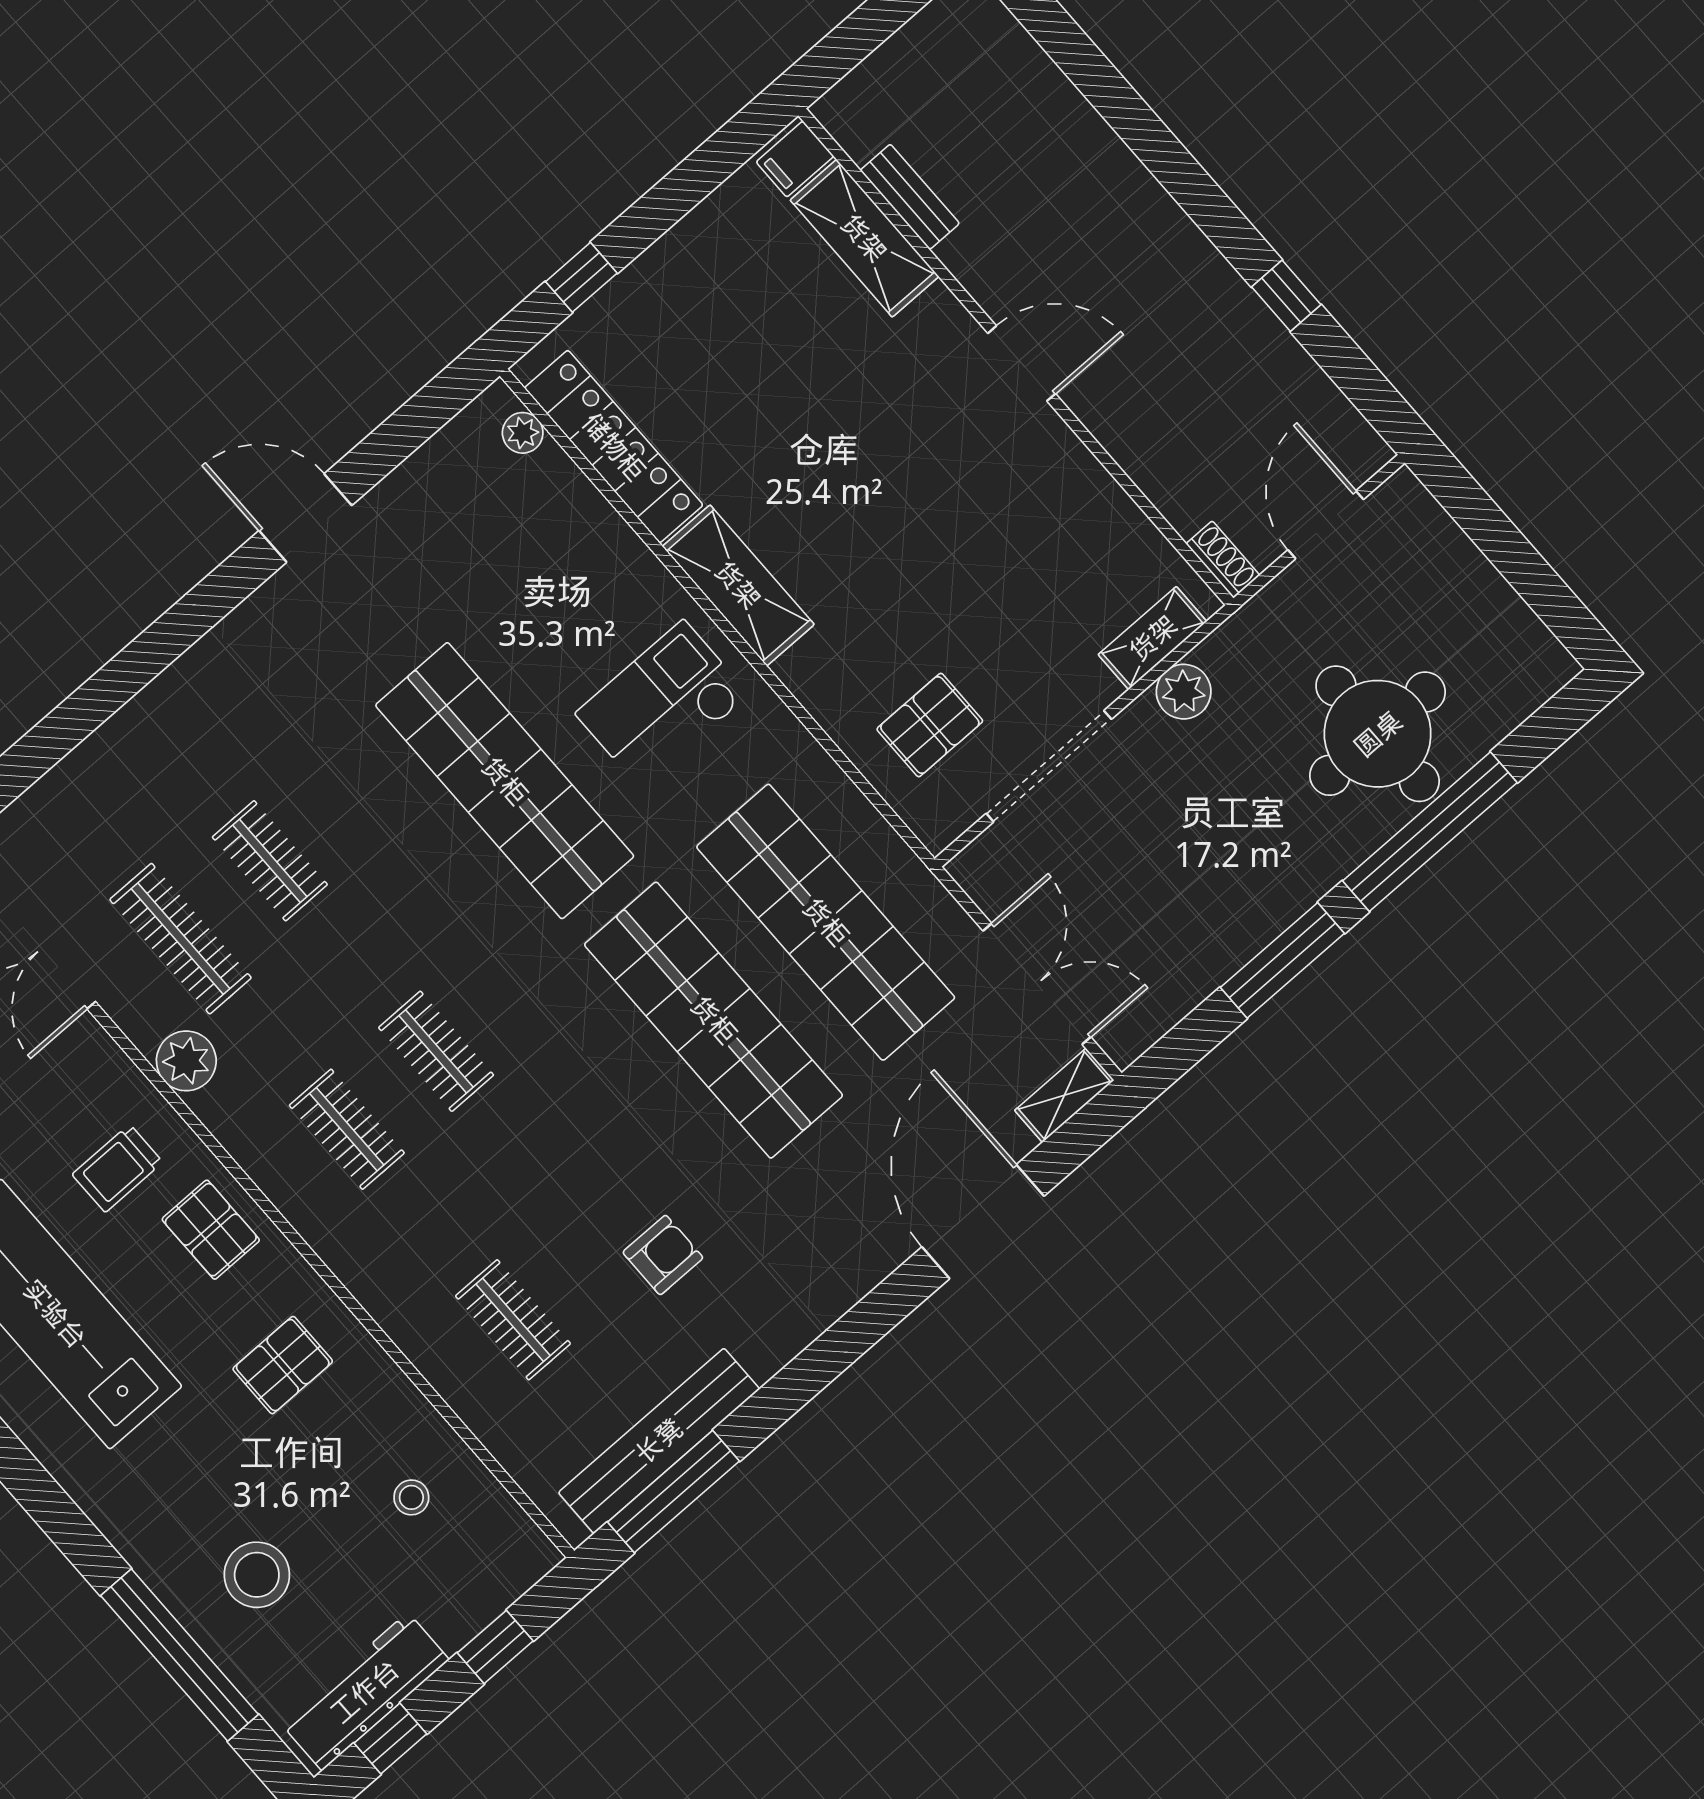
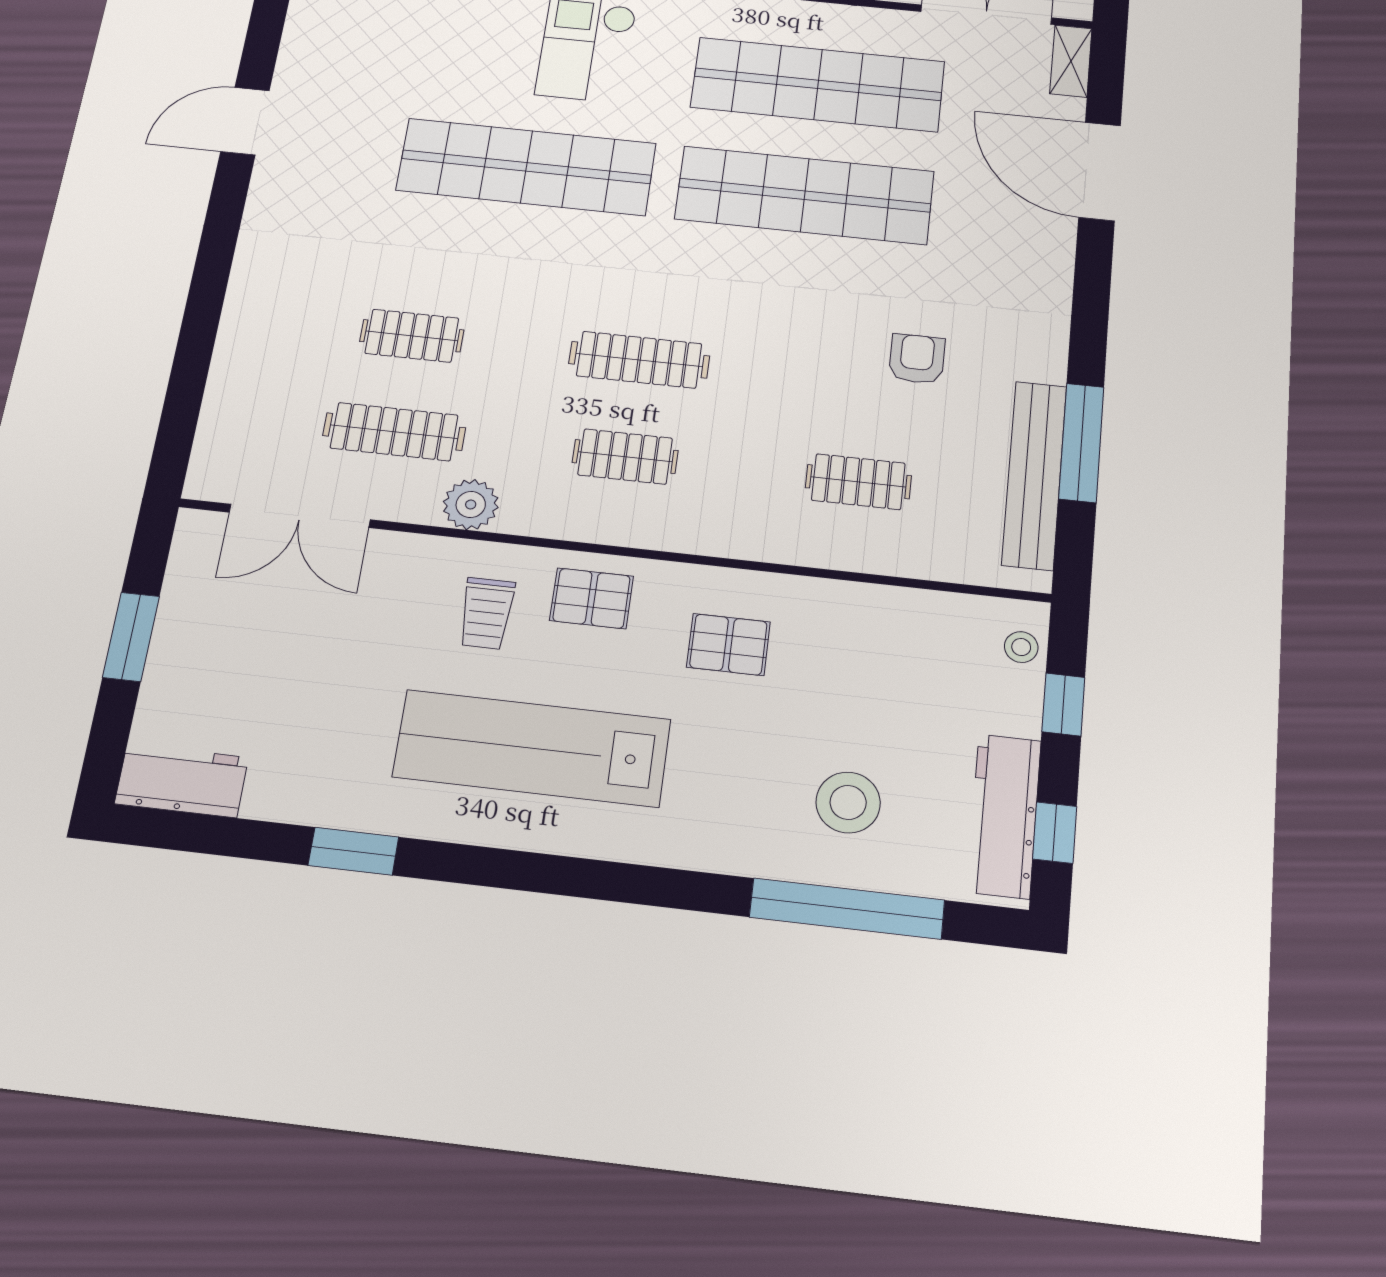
clothes rail: (436, 1051) -> (639, 360), width x1.36
pallet: (283, 1365) -> (728, 645), turned 90
window: (673, 1492) -> (1081, 443), moved
stool: (411, 1497) -> (1021, 647), moved

